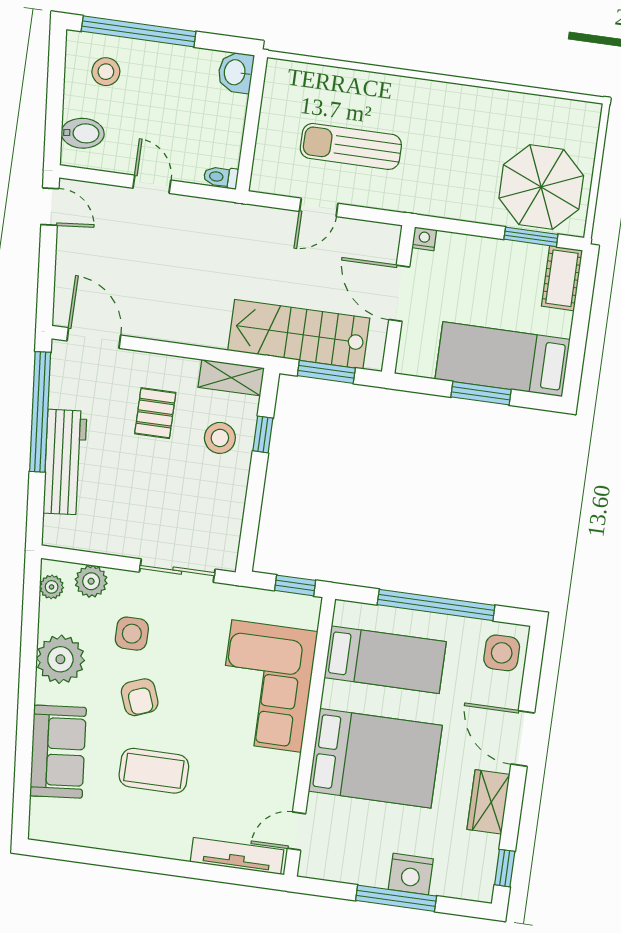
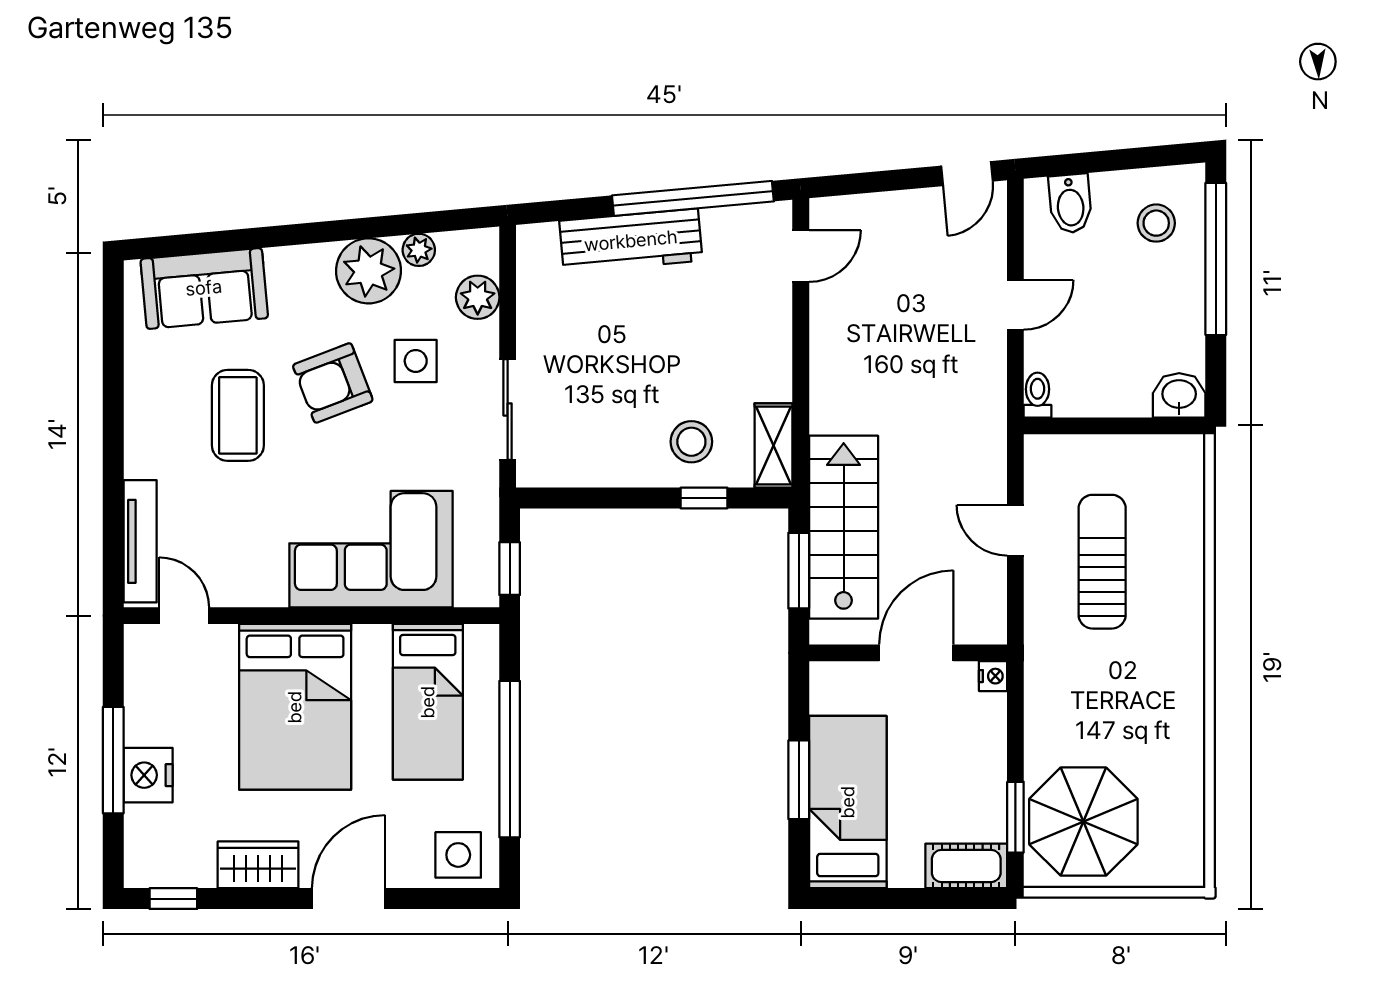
door: (94, 338) -> (801, 256), width x0.73
pallet: (155, 413) -> (712, 351), removed
plant: (52, 587) -> (419, 250), moved
armchair: (140, 697) -> (333, 383), width x1.38, depth x1.38
sofa: (58, 752) -> (204, 288), moved

